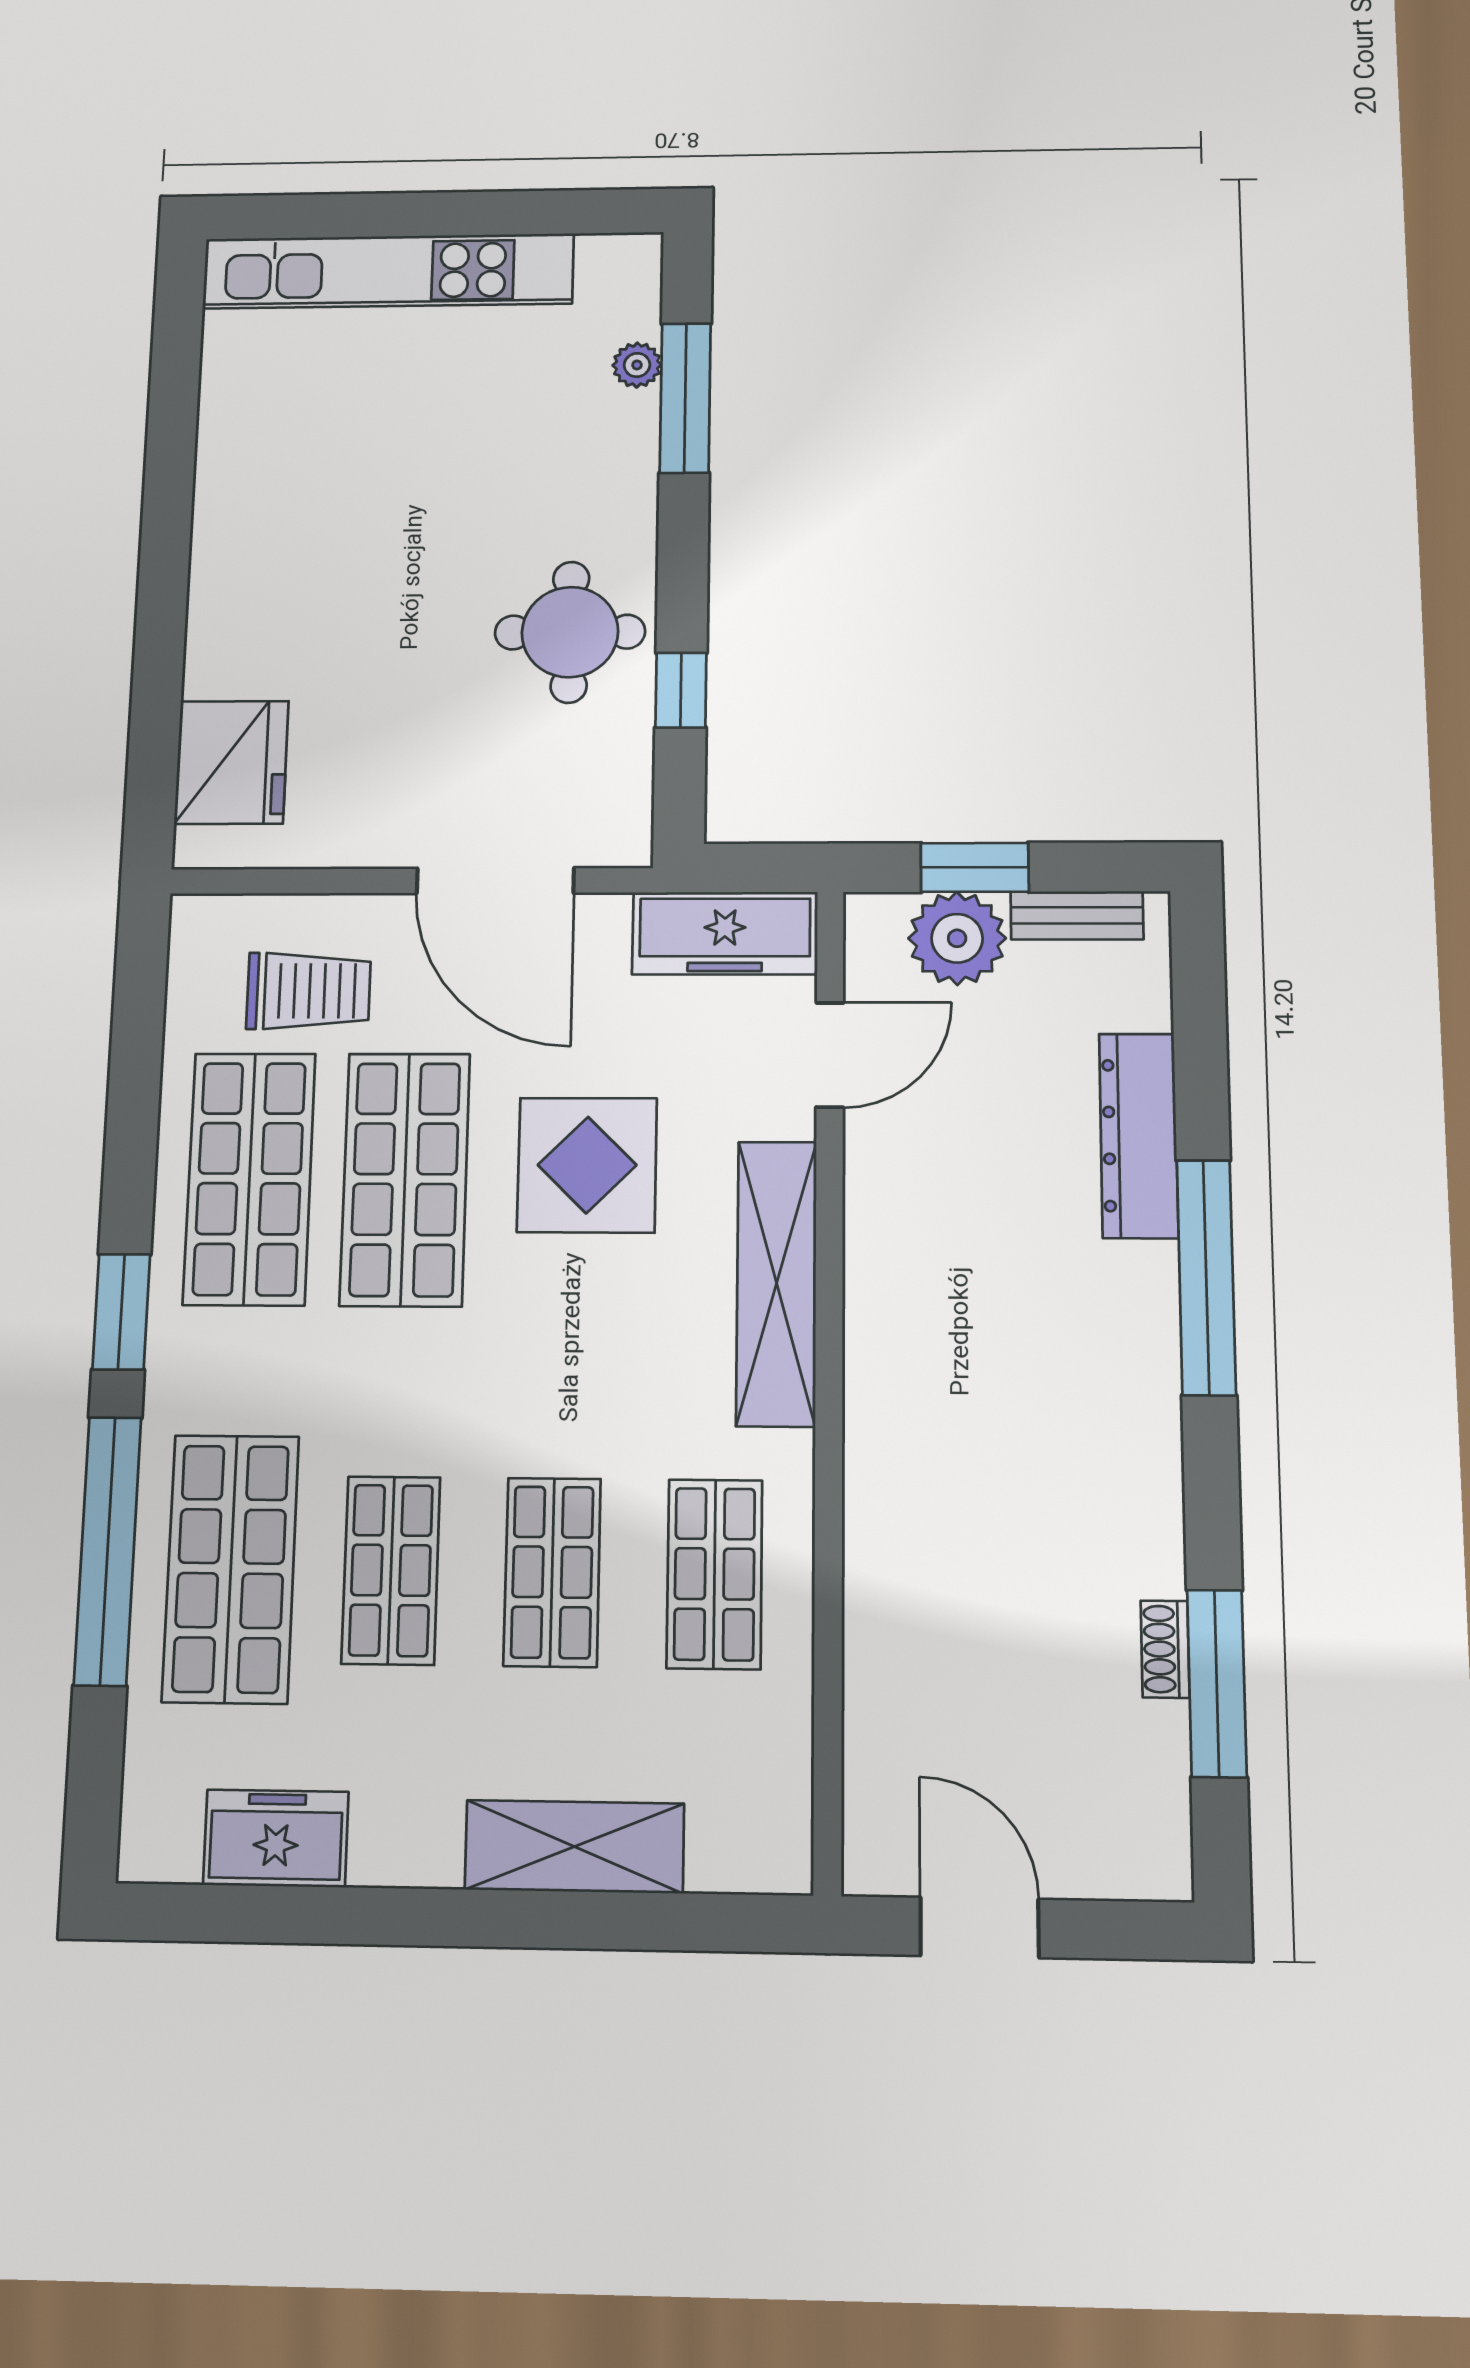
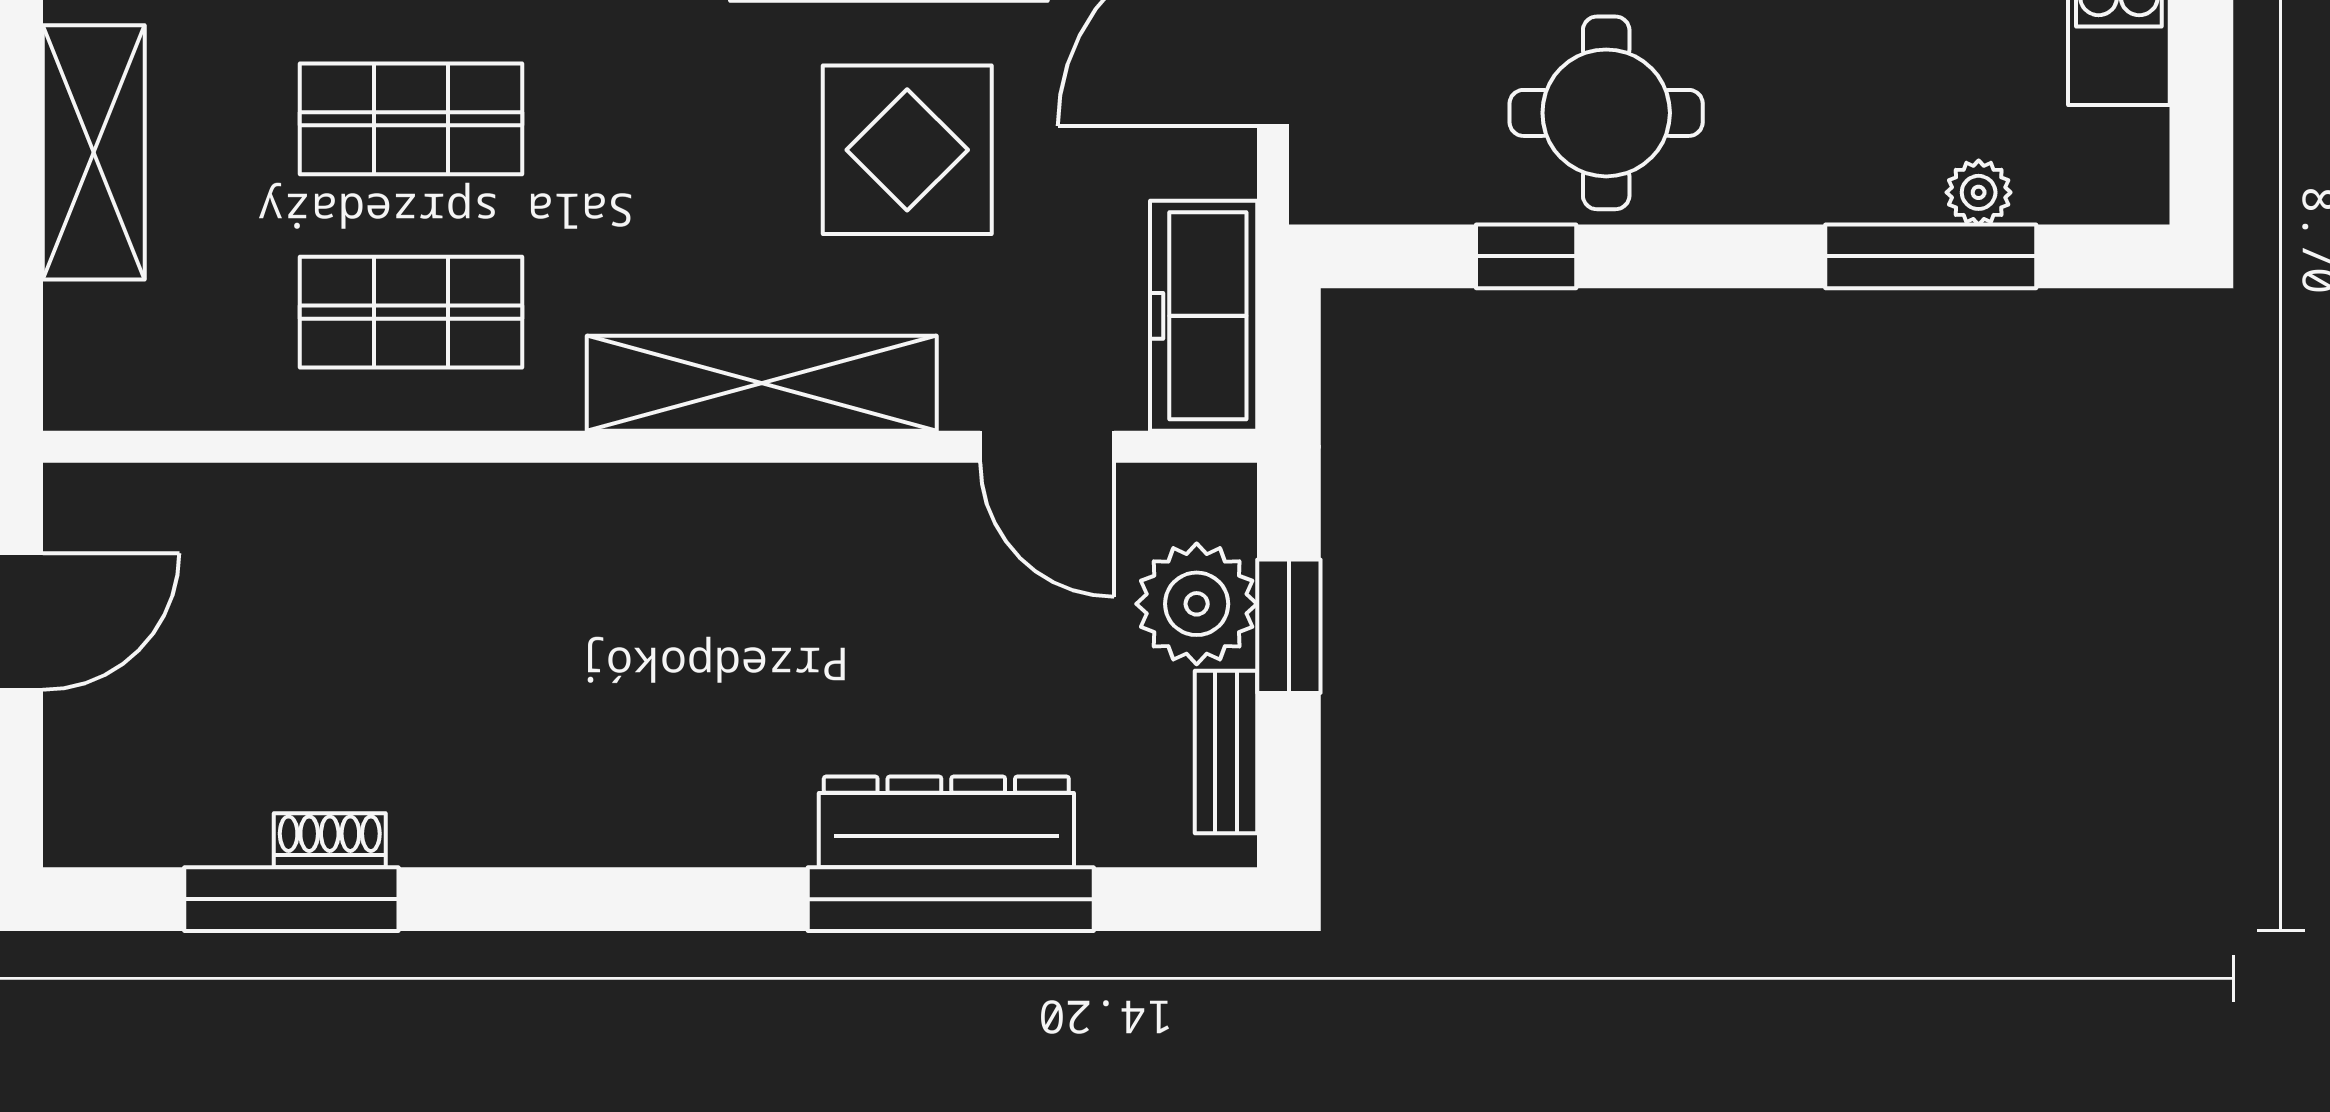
window: (1206, 1277) -> (951, 899), moved

